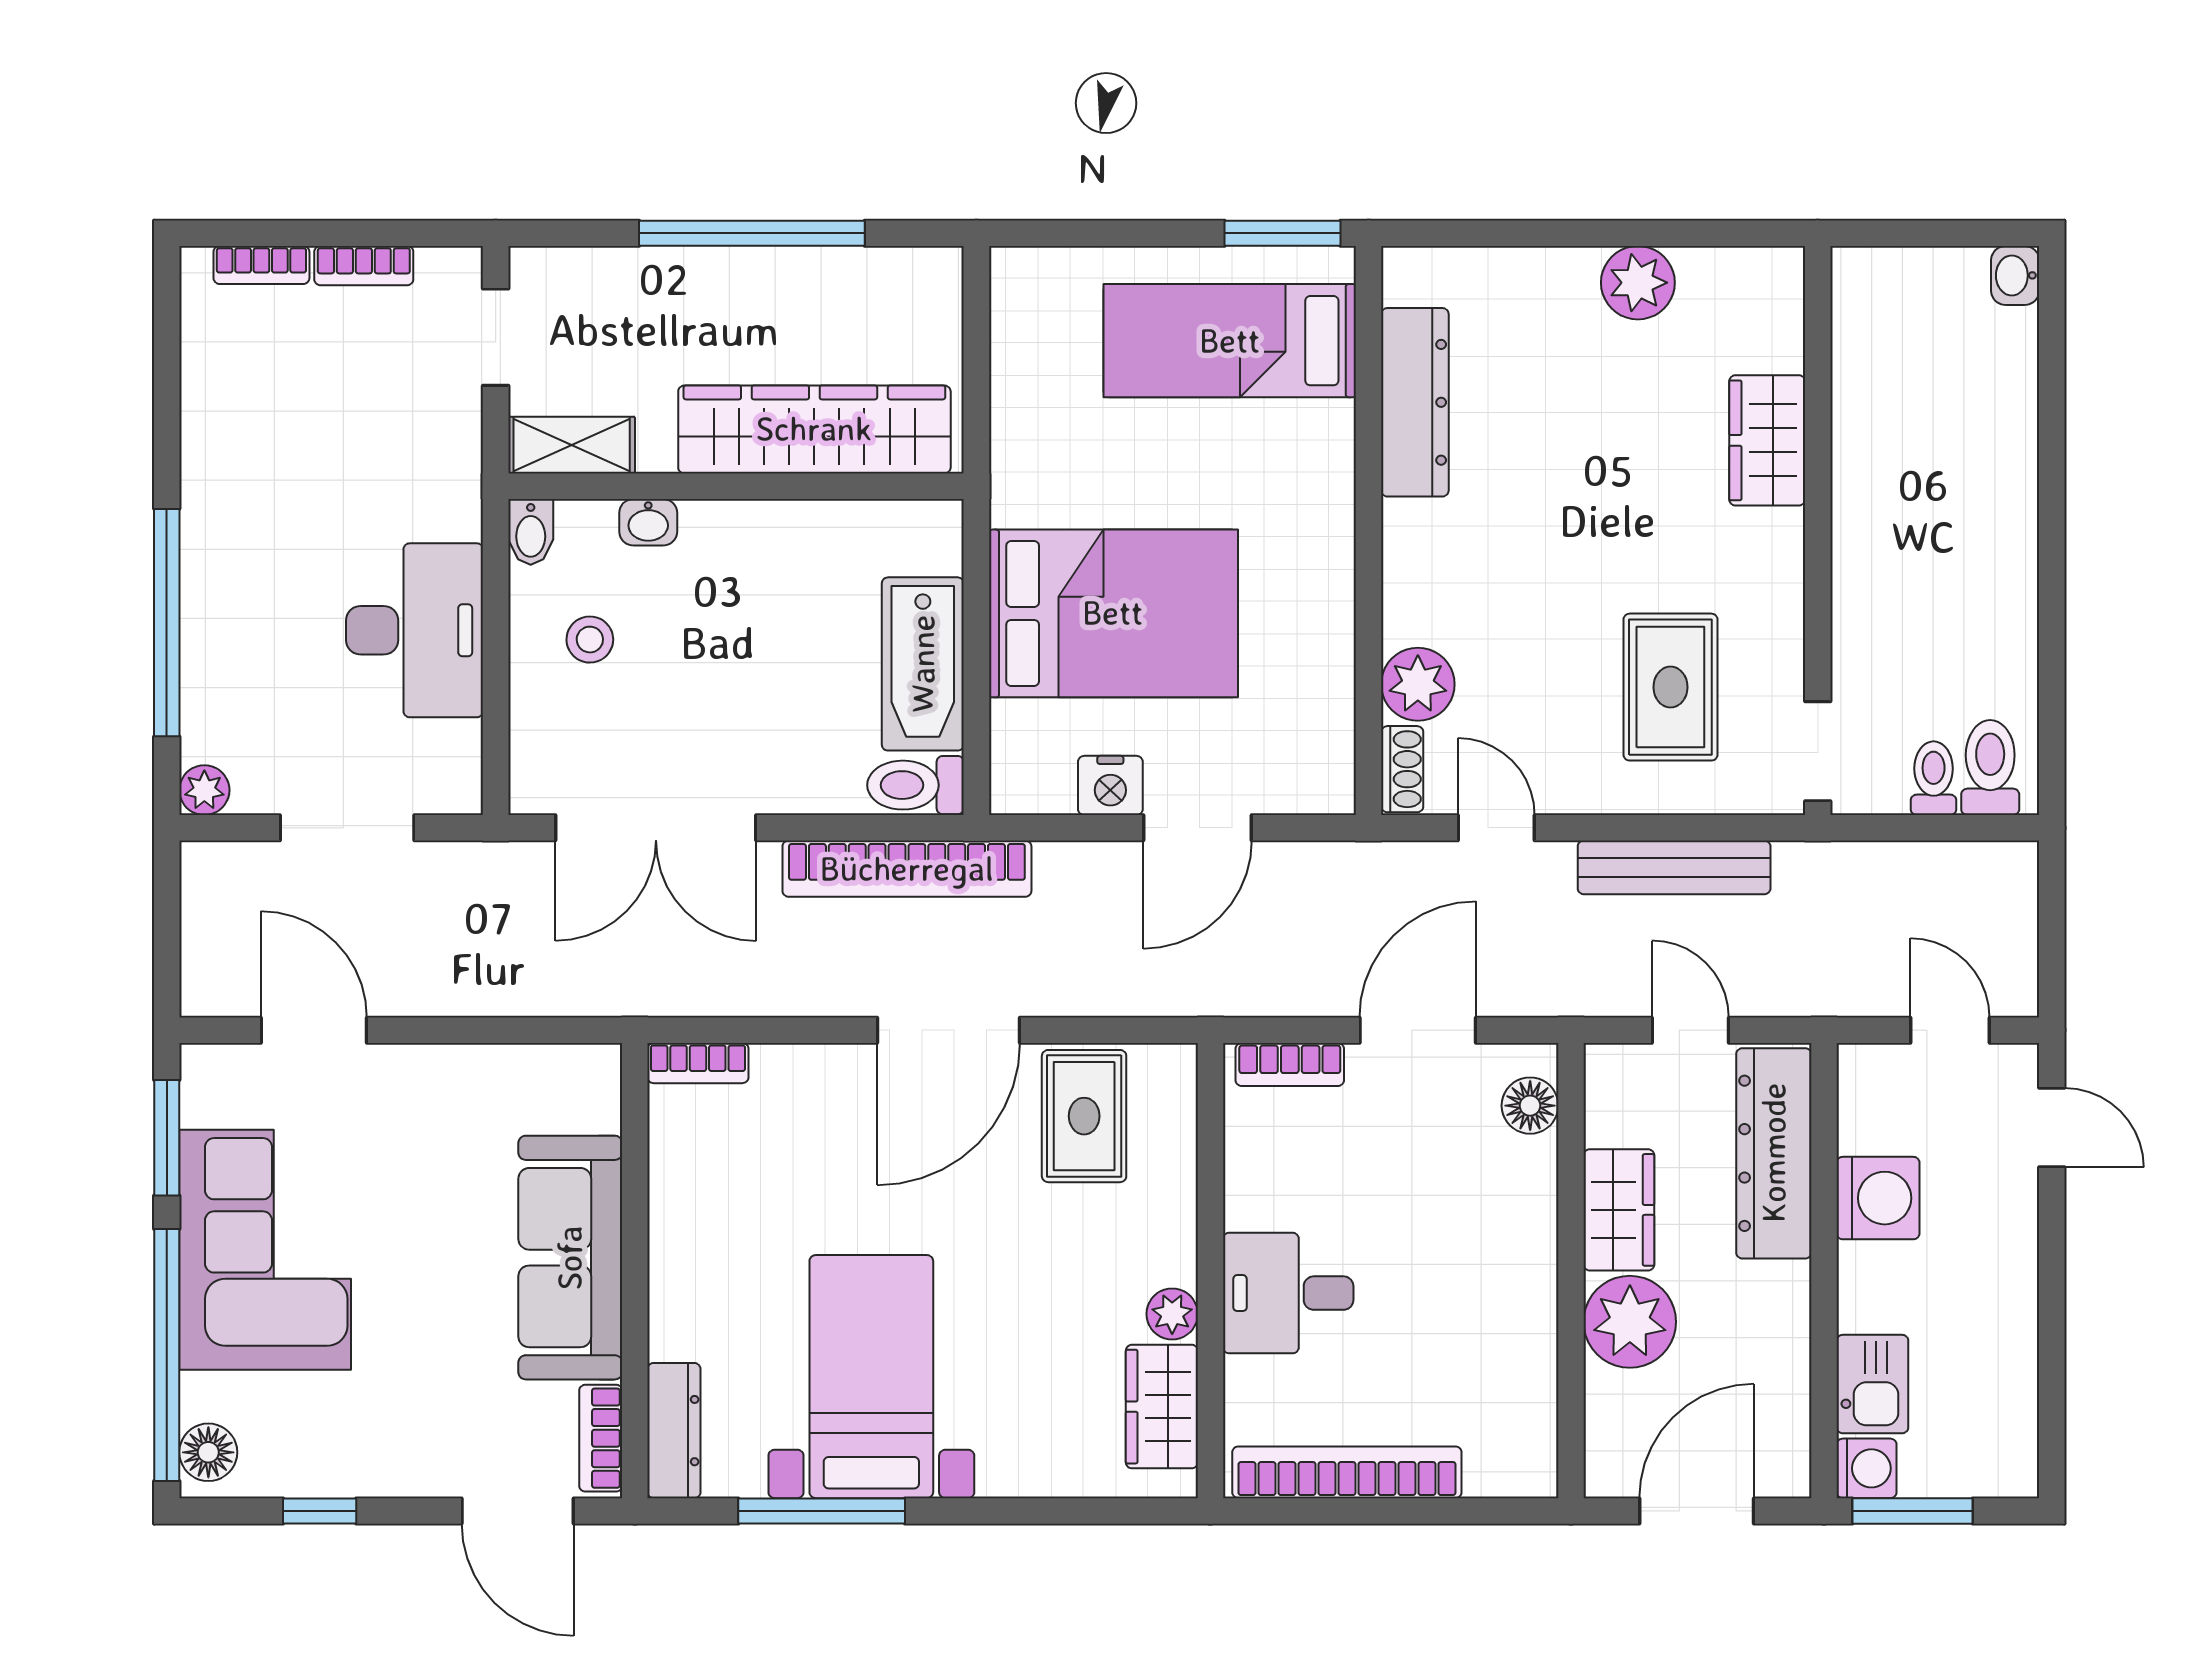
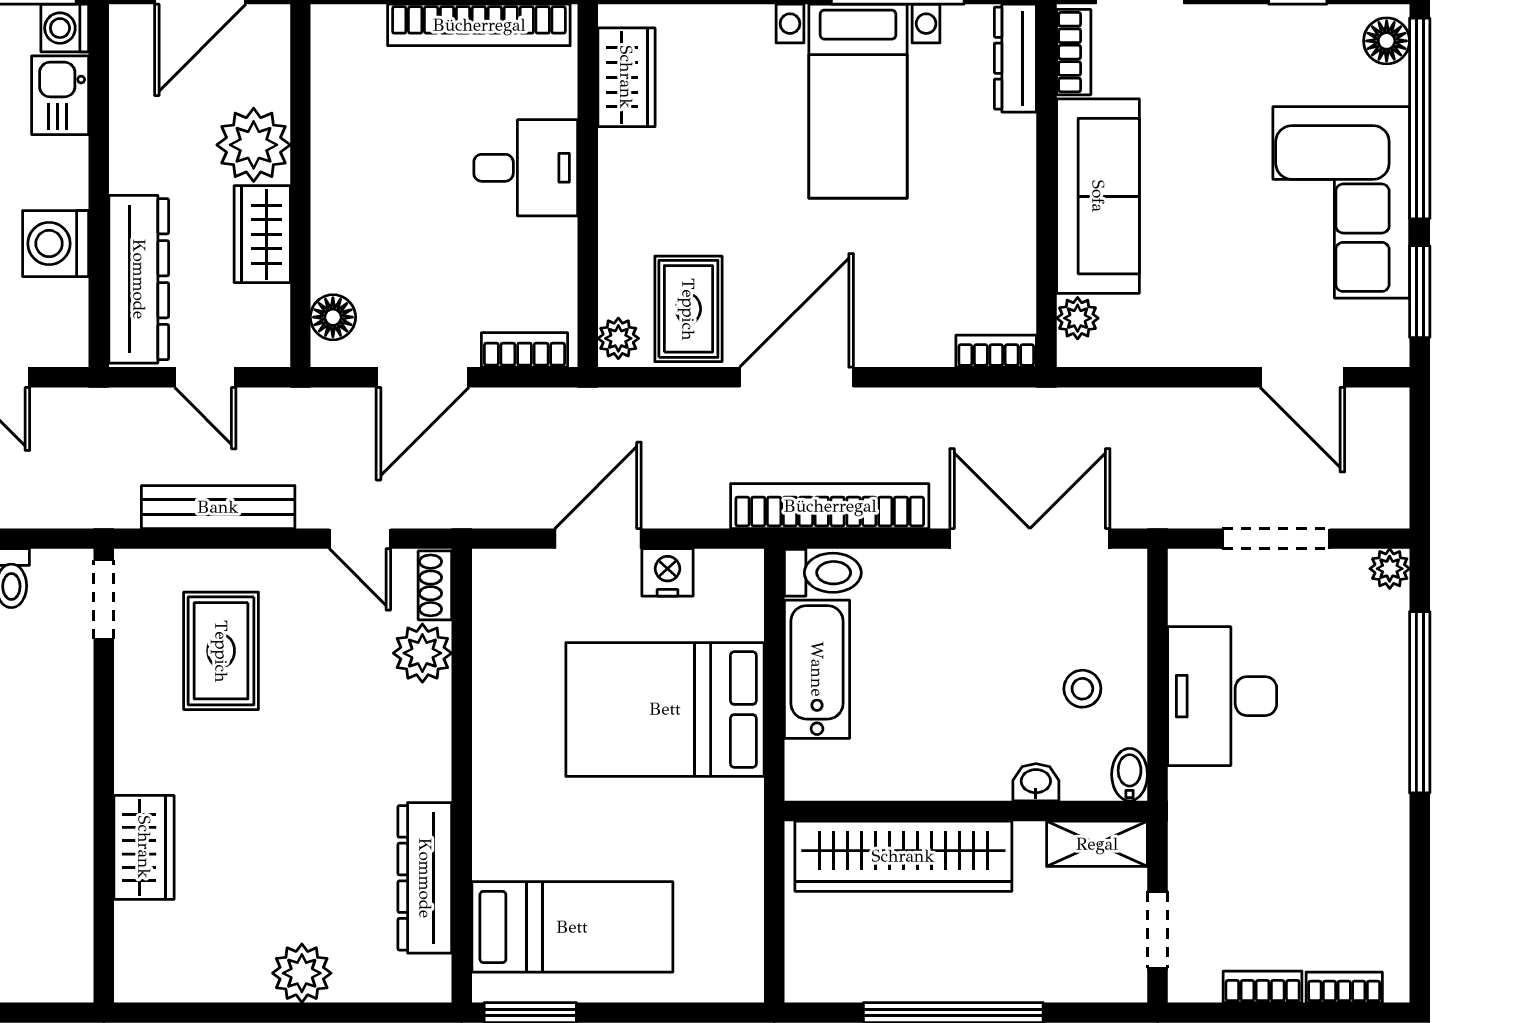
plant: (1638, 283) -> (302, 973), moved
plant: (596, 1104) -> (1078, 318), added
plant: (1172, 1314) -> (618, 338), moved

